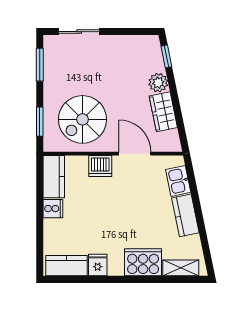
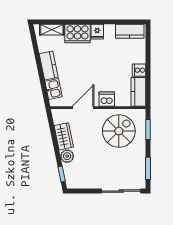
sliding door: (79, 32) -> (121, 191), width x1.37
door: (135, 154) -> (83, 108), swing flipped
fridge: (98, 265) -> (97, 32), moved

